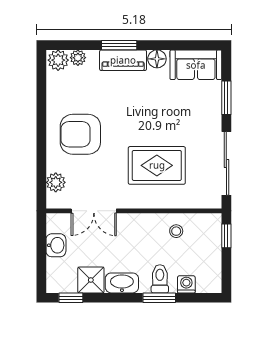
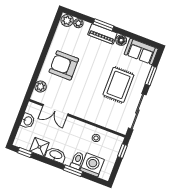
rug: (157, 165) -> (118, 85), moved, turned 90
washing machine: (186, 284) -> (92, 165), width x1.89, depth x1.89

